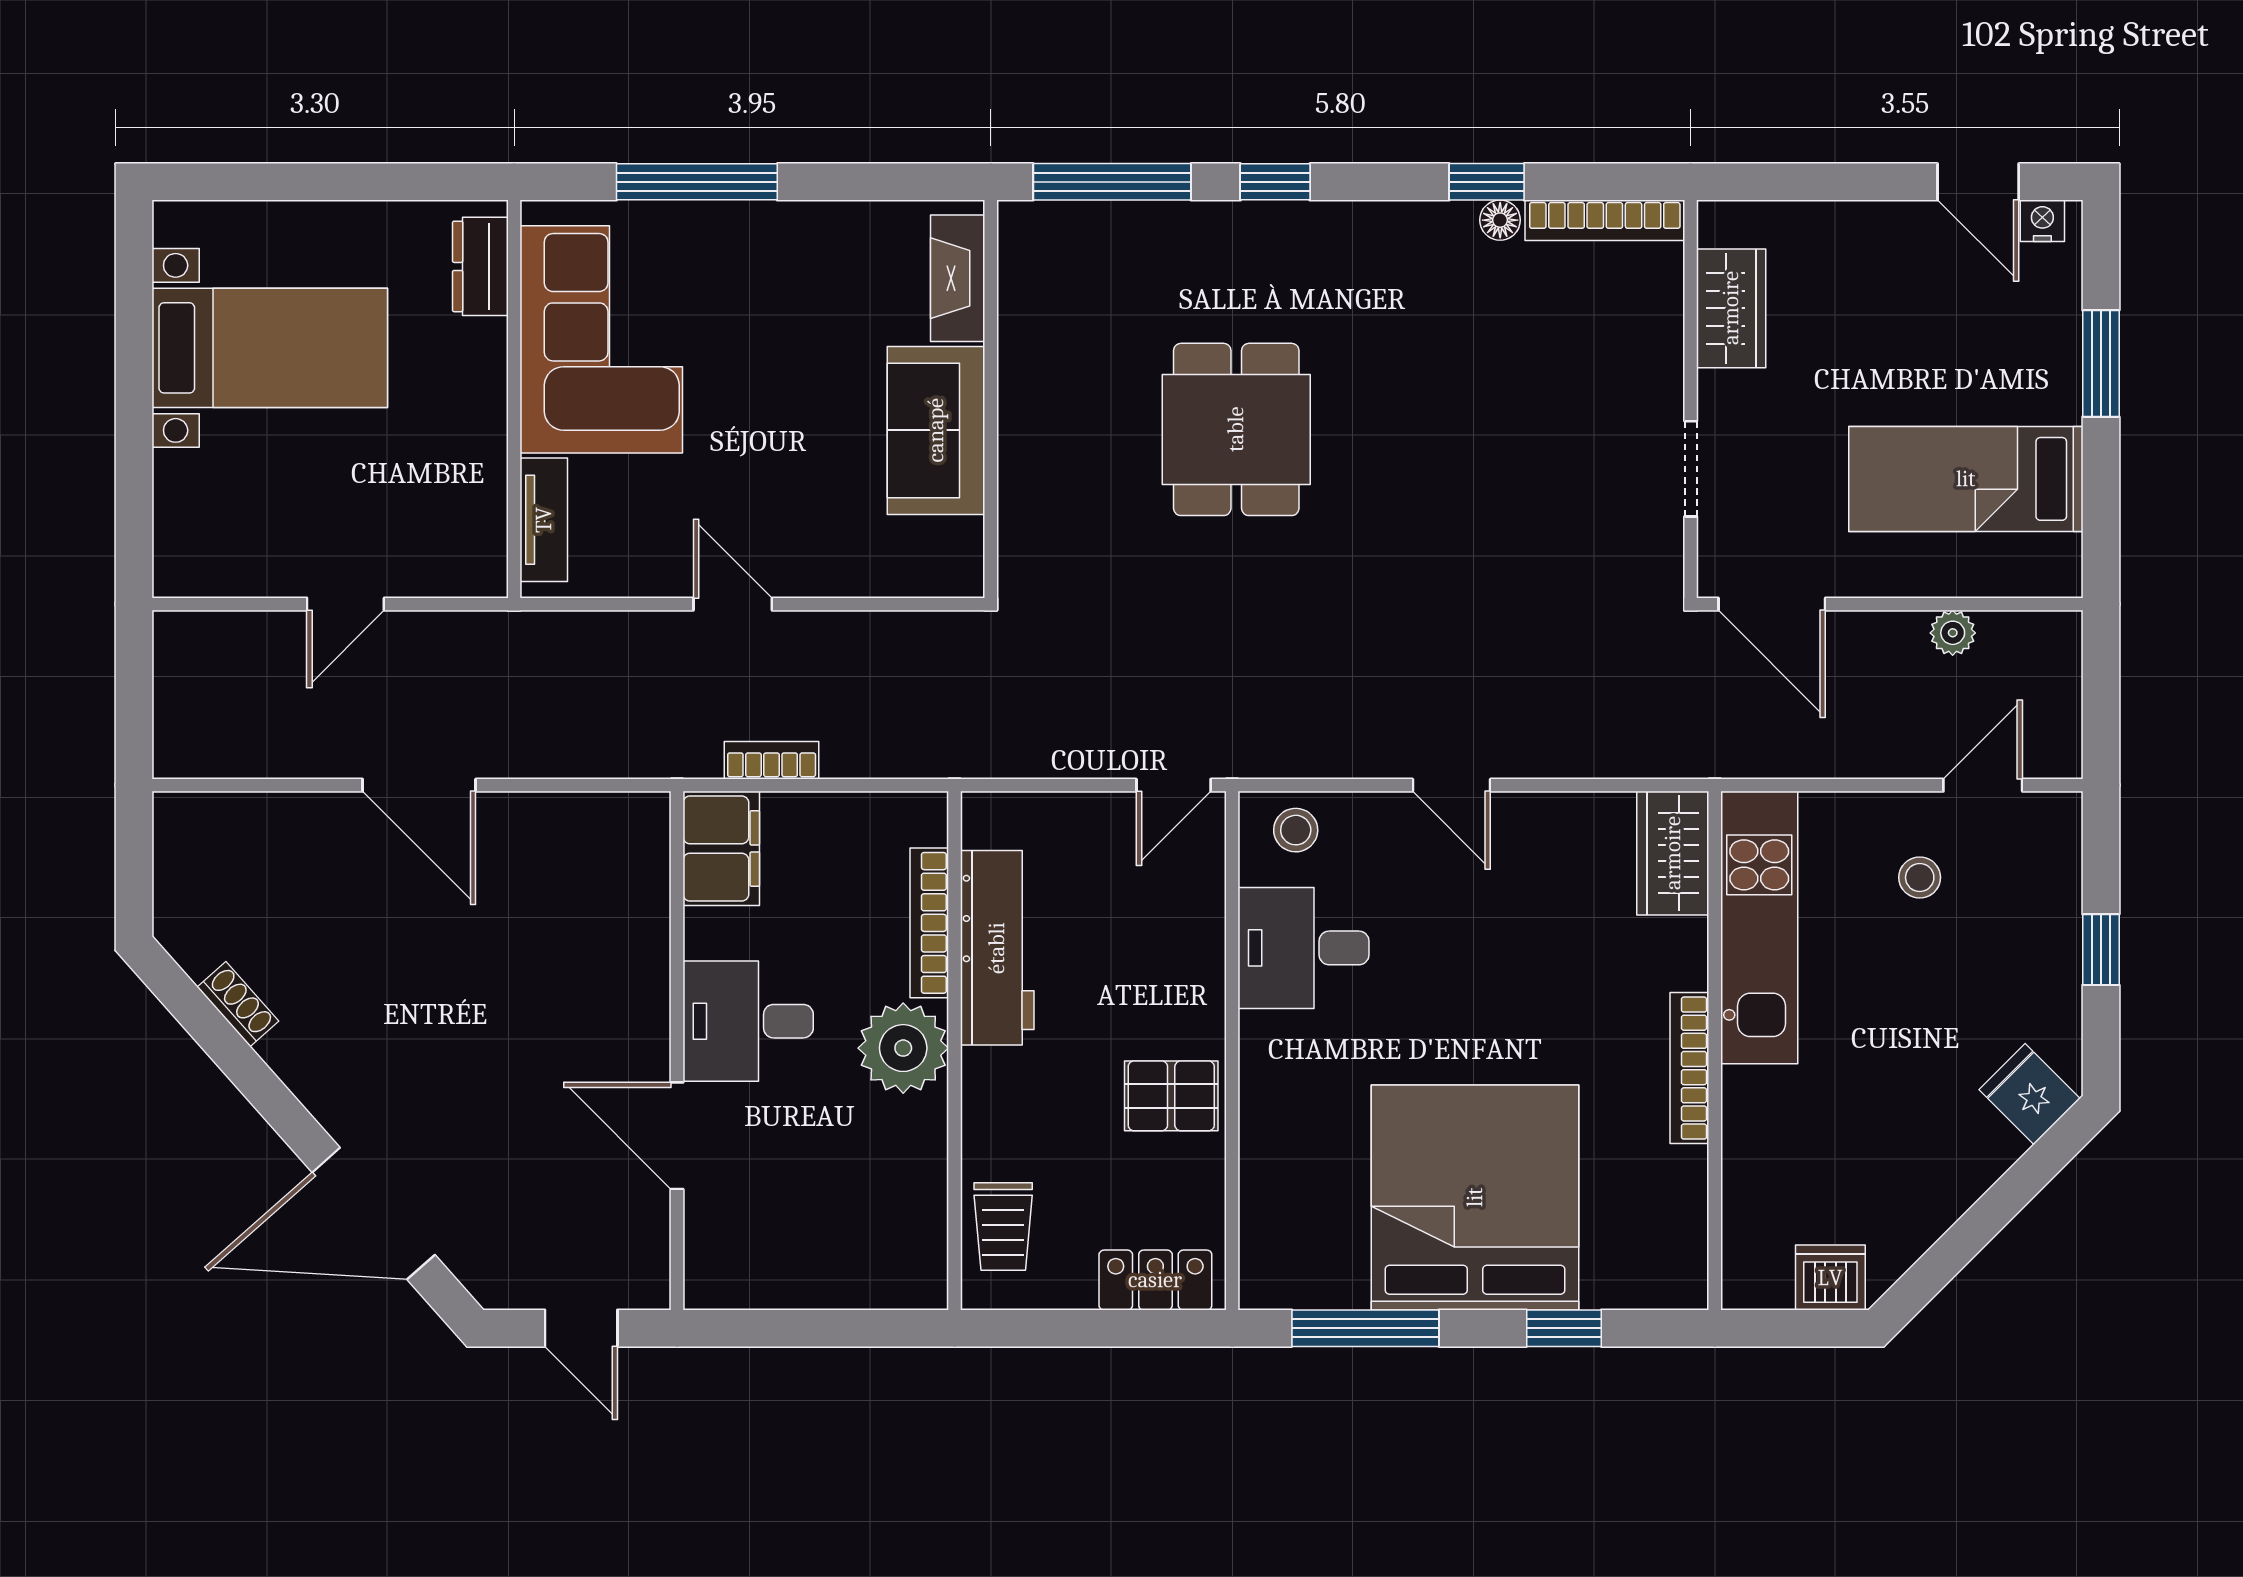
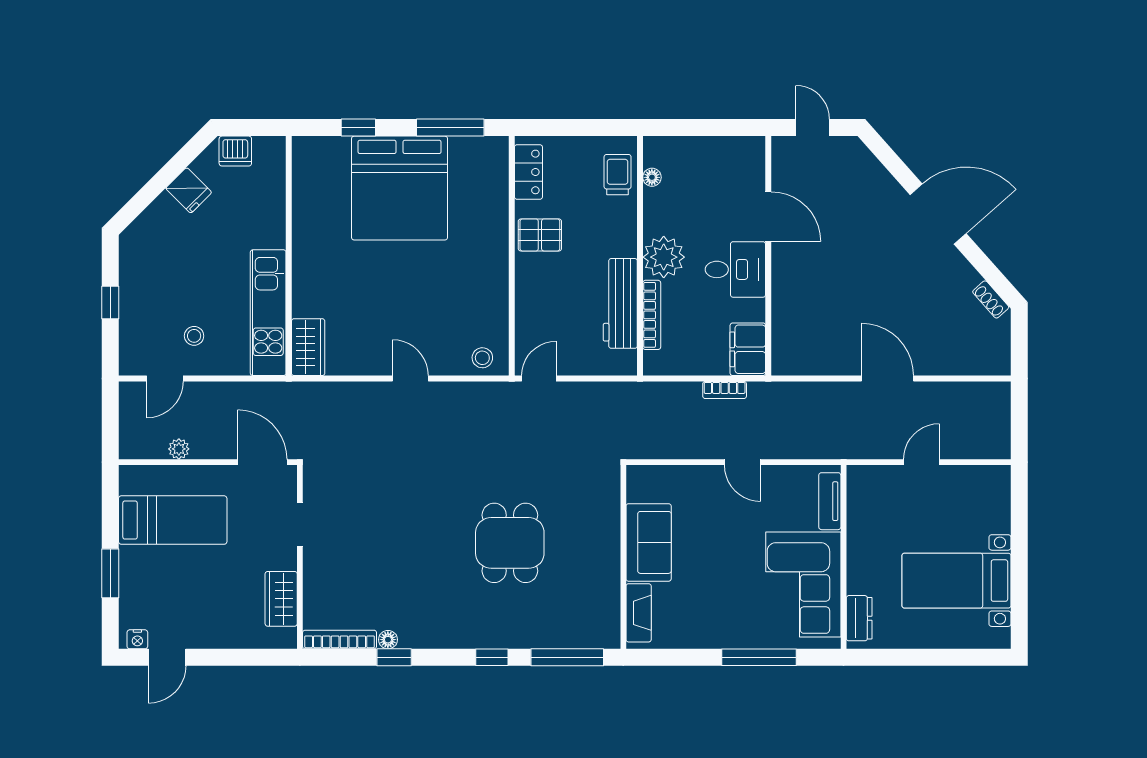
door: (1978, 182) -> (167, 657), swing flipped
desk: (1303, 948) -> (479, 303), removed
shoe rack: (238, 1004) -> (991, 299), moved
bookcase: (1689, 1068) -> (300, 248), removed
fridge: (2030, 1094) -> (189, 190), moved
door: (374, 1214) -> (938, 214), moved
floor lamp: (929, 1221) -> (652, 177), added
locker: (1155, 1280) -> (528, 172), moved, turned -90

